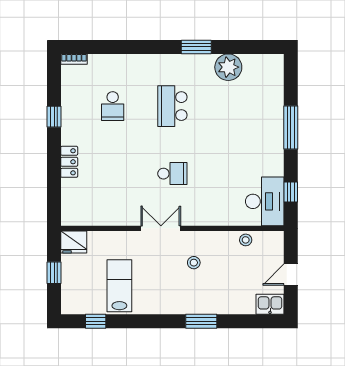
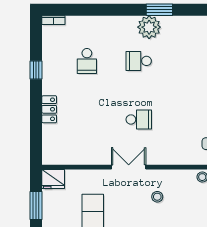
plant: (228, 67) -> (149, 27), moved
school desk: (172, 106) -> (139, 61), width x0.54
window: (54, 273) -> (36, 206), width x1.50

